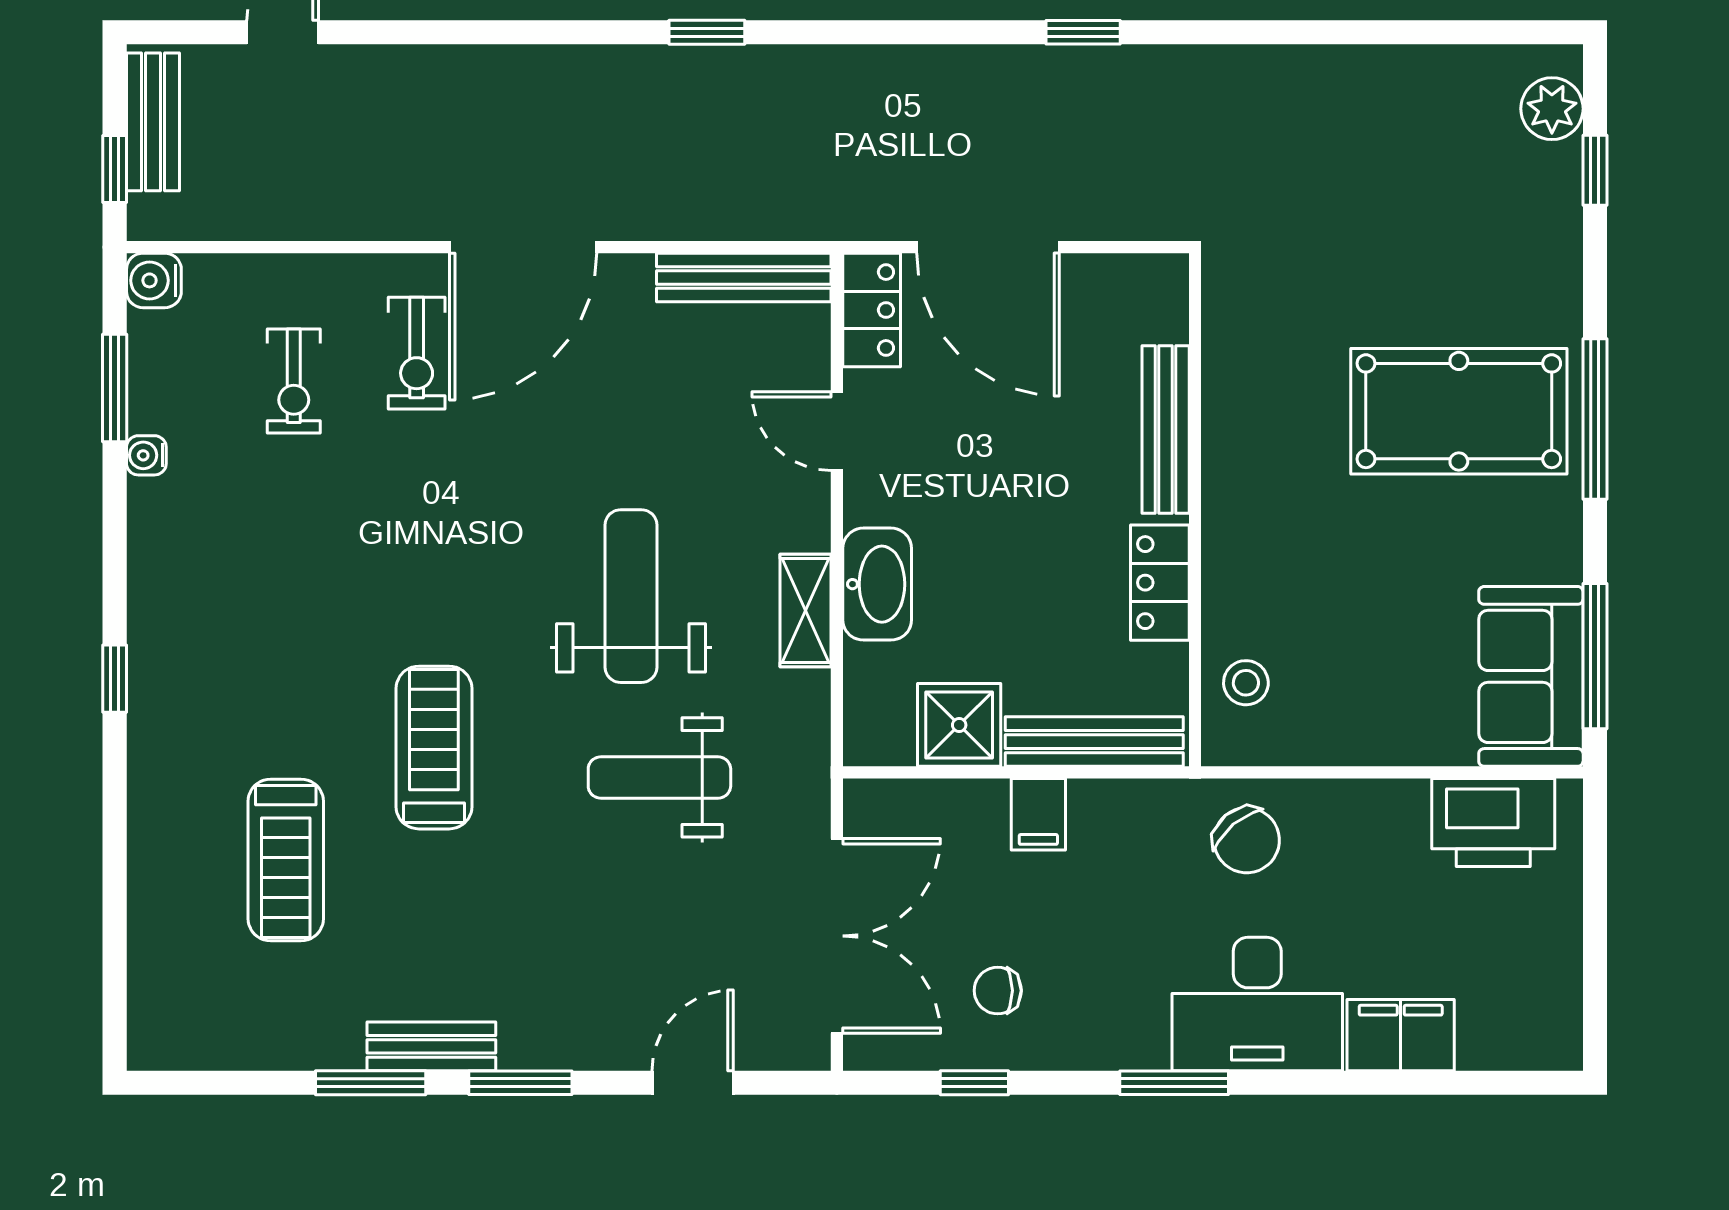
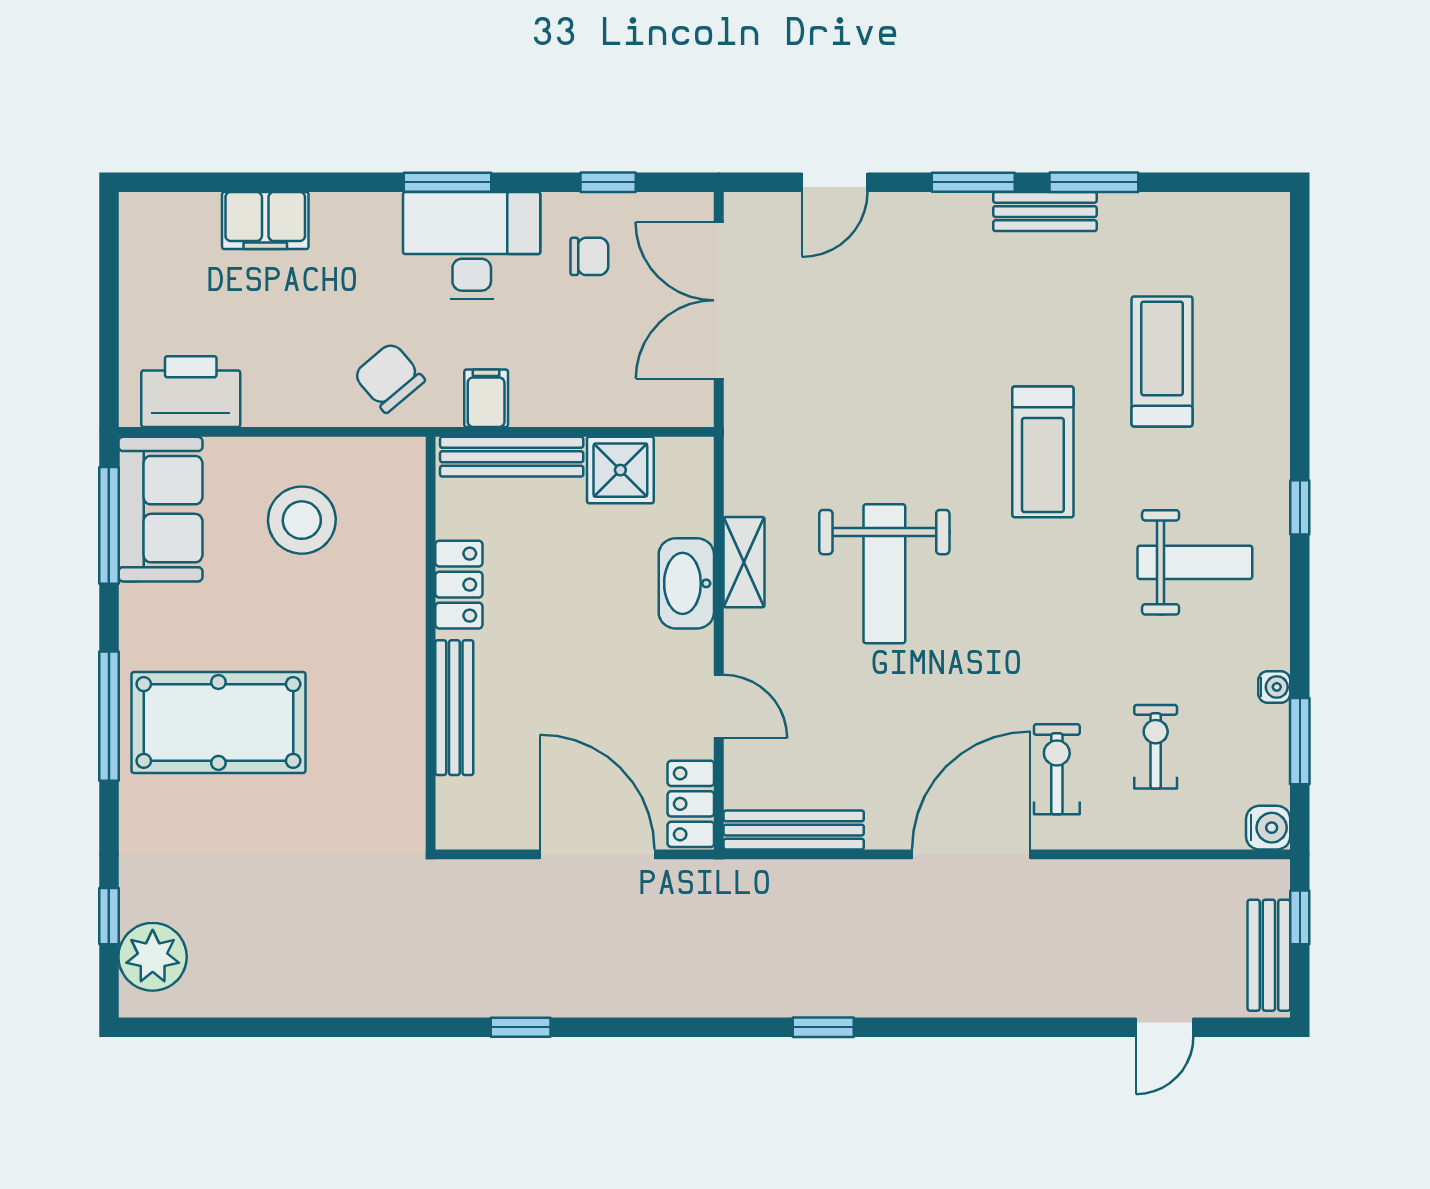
plant: (1552, 109) -> (153, 957), width x1.36, depth x1.36
stool: (1246, 683) -> (302, 520), moved, width x1.89, depth x1.89
weight bench: (659, 777) -> (1195, 562), moved
filing cabinet: (1038, 814) -> (486, 398), moved
desk: (1257, 1004) -> (472, 246), moved

